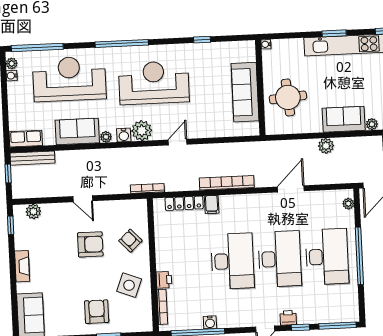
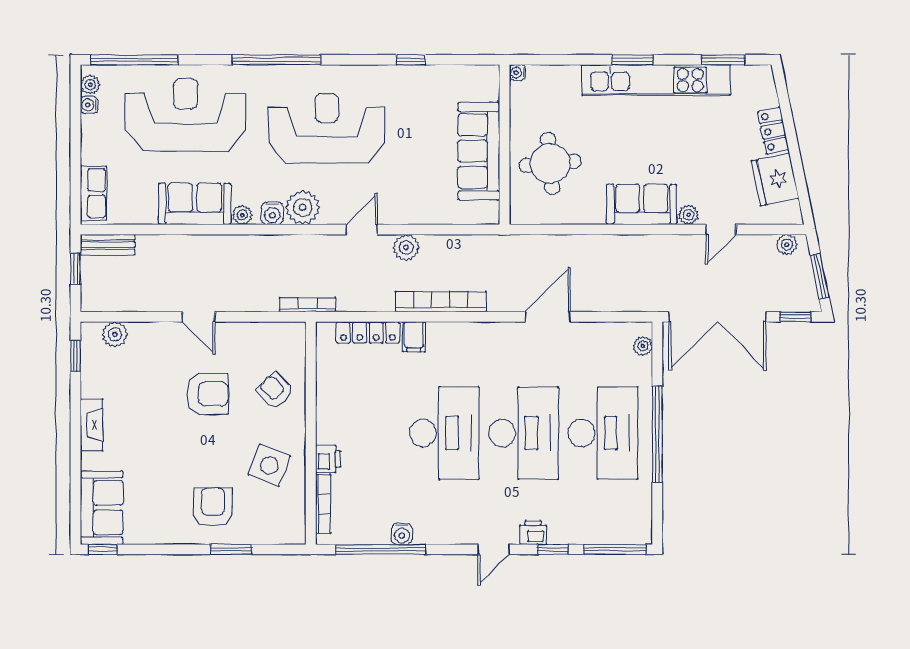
row of seats: (26, 139) -> (93, 193), moved, turned 90
plant: (326, 146) -> (406, 247), moved
bench: (32, 158) -> (108, 245), width x0.73

